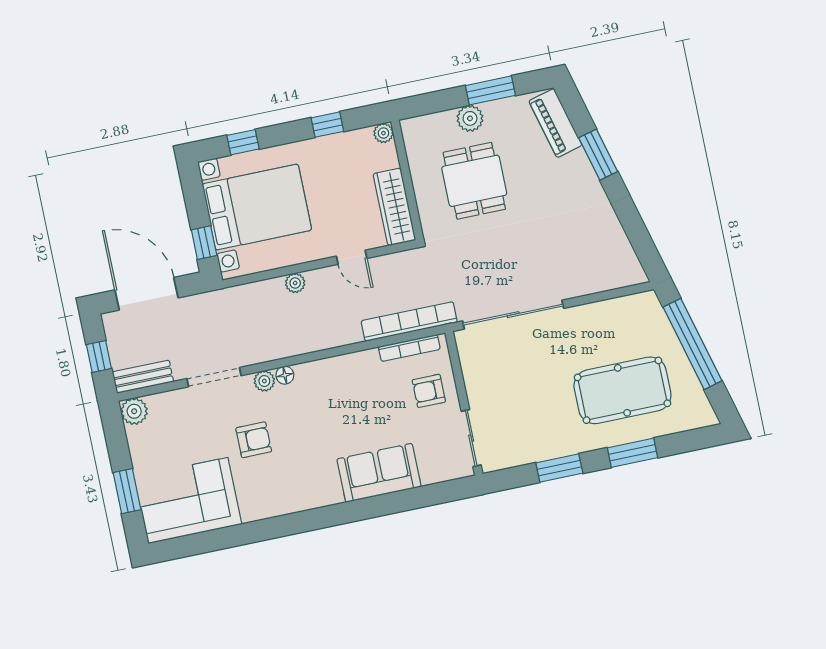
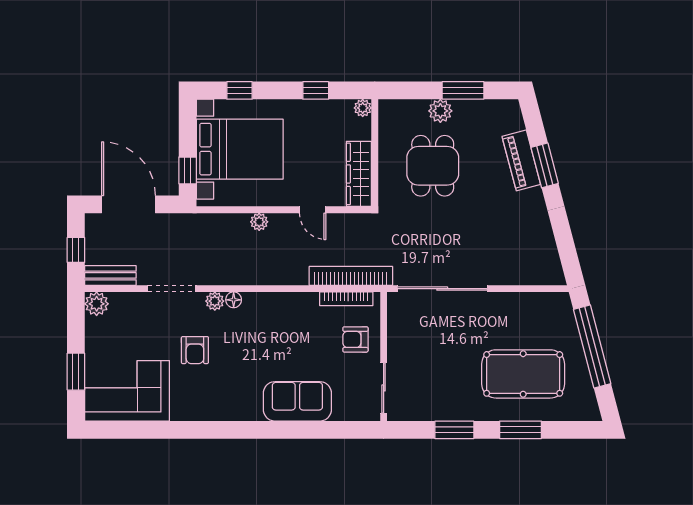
piano: (555, 123) -> (521, 160), moved
armchair: (254, 440) -> (195, 350), turned 90

